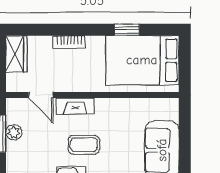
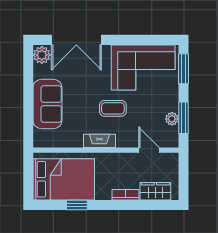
wardrobe: (16, 54) -> (155, 191), moved, turned 90
fireplace: (75, 106) -> (99, 141), moved

